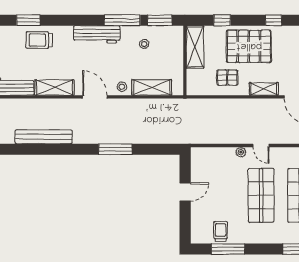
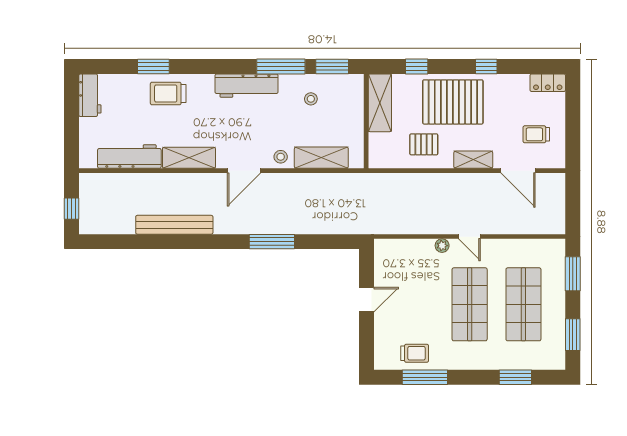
door: (95, 97) -> (244, 171), swing flipped
trolley: (221, 231) -> (415, 353), turned 90

